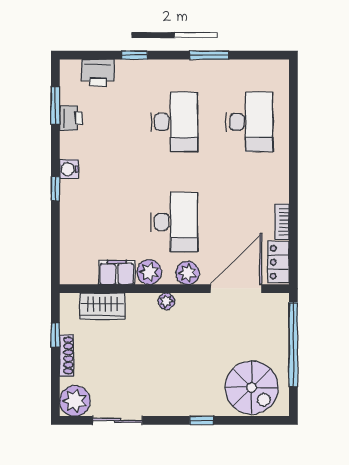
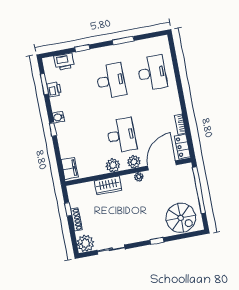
filing cabinet: (117, 272) -> (70, 168), moved, turned 90
plant: (166, 301) -> (139, 177), moved
wardrobe: (102, 306) -> (108, 185), moved

